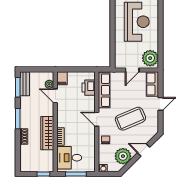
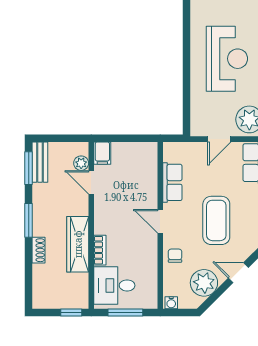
printer: (89, 88) -> (147, 168), removed
row of seats: (104, 90) -> (172, 182), width x0.68
coffee table: (130, 119) -> (216, 220), turned -67

